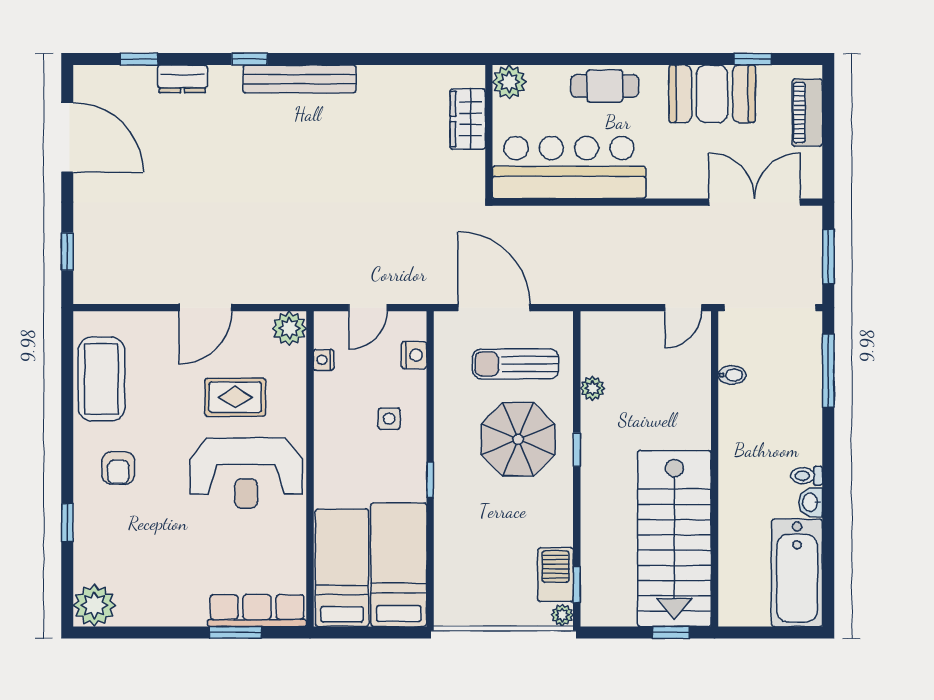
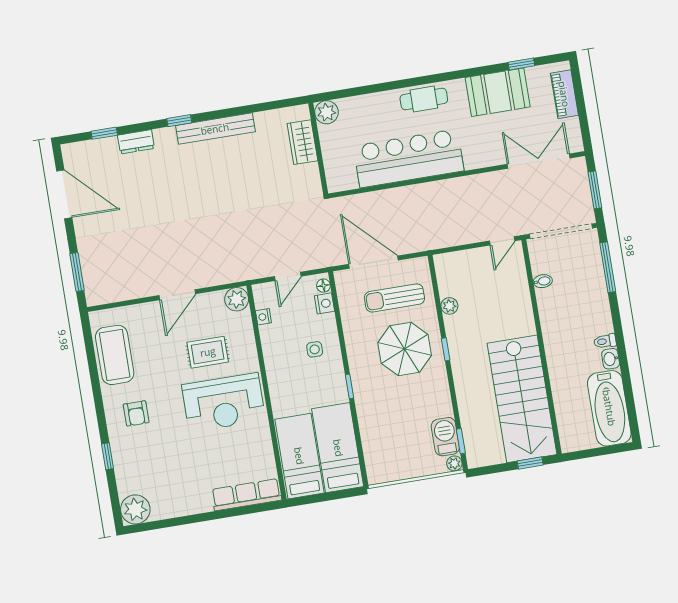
plant: (509, 82) -> (327, 112), moved
wardrobe: (468, 119) -> (302, 142), moved
wall: (489, 132) -> (318, 148), moved
window: (67, 252) -> (77, 272), width x1.50
floor lamp: (417, 329) -> (323, 286), added
window: (236, 632) -> (234, 512), removed

